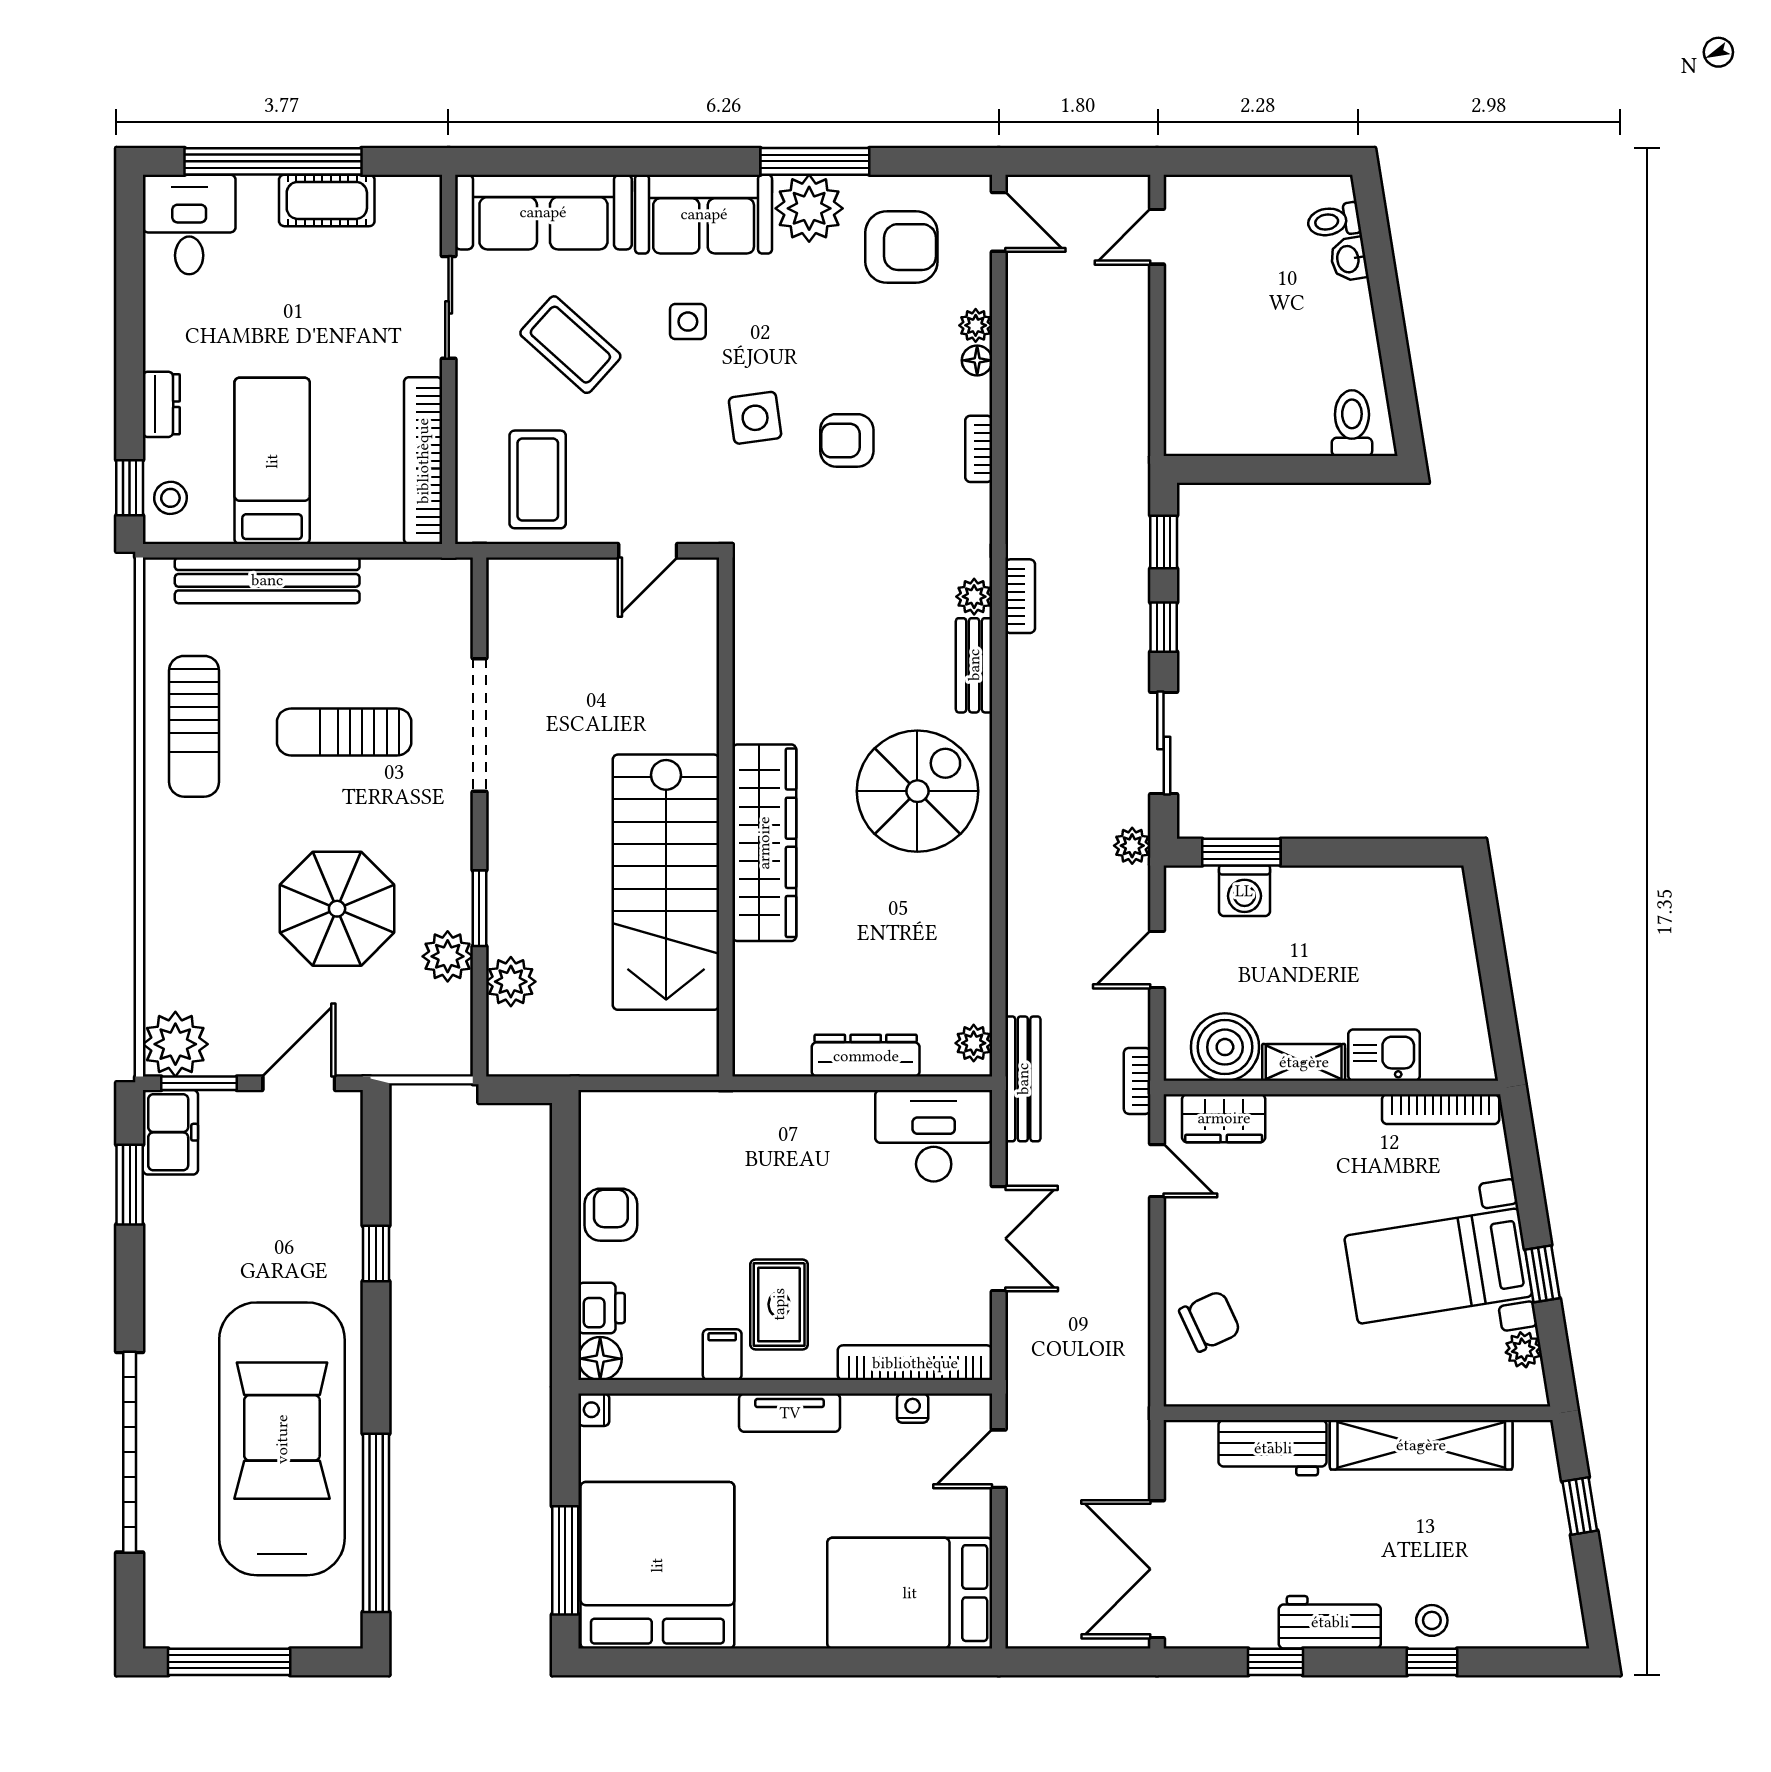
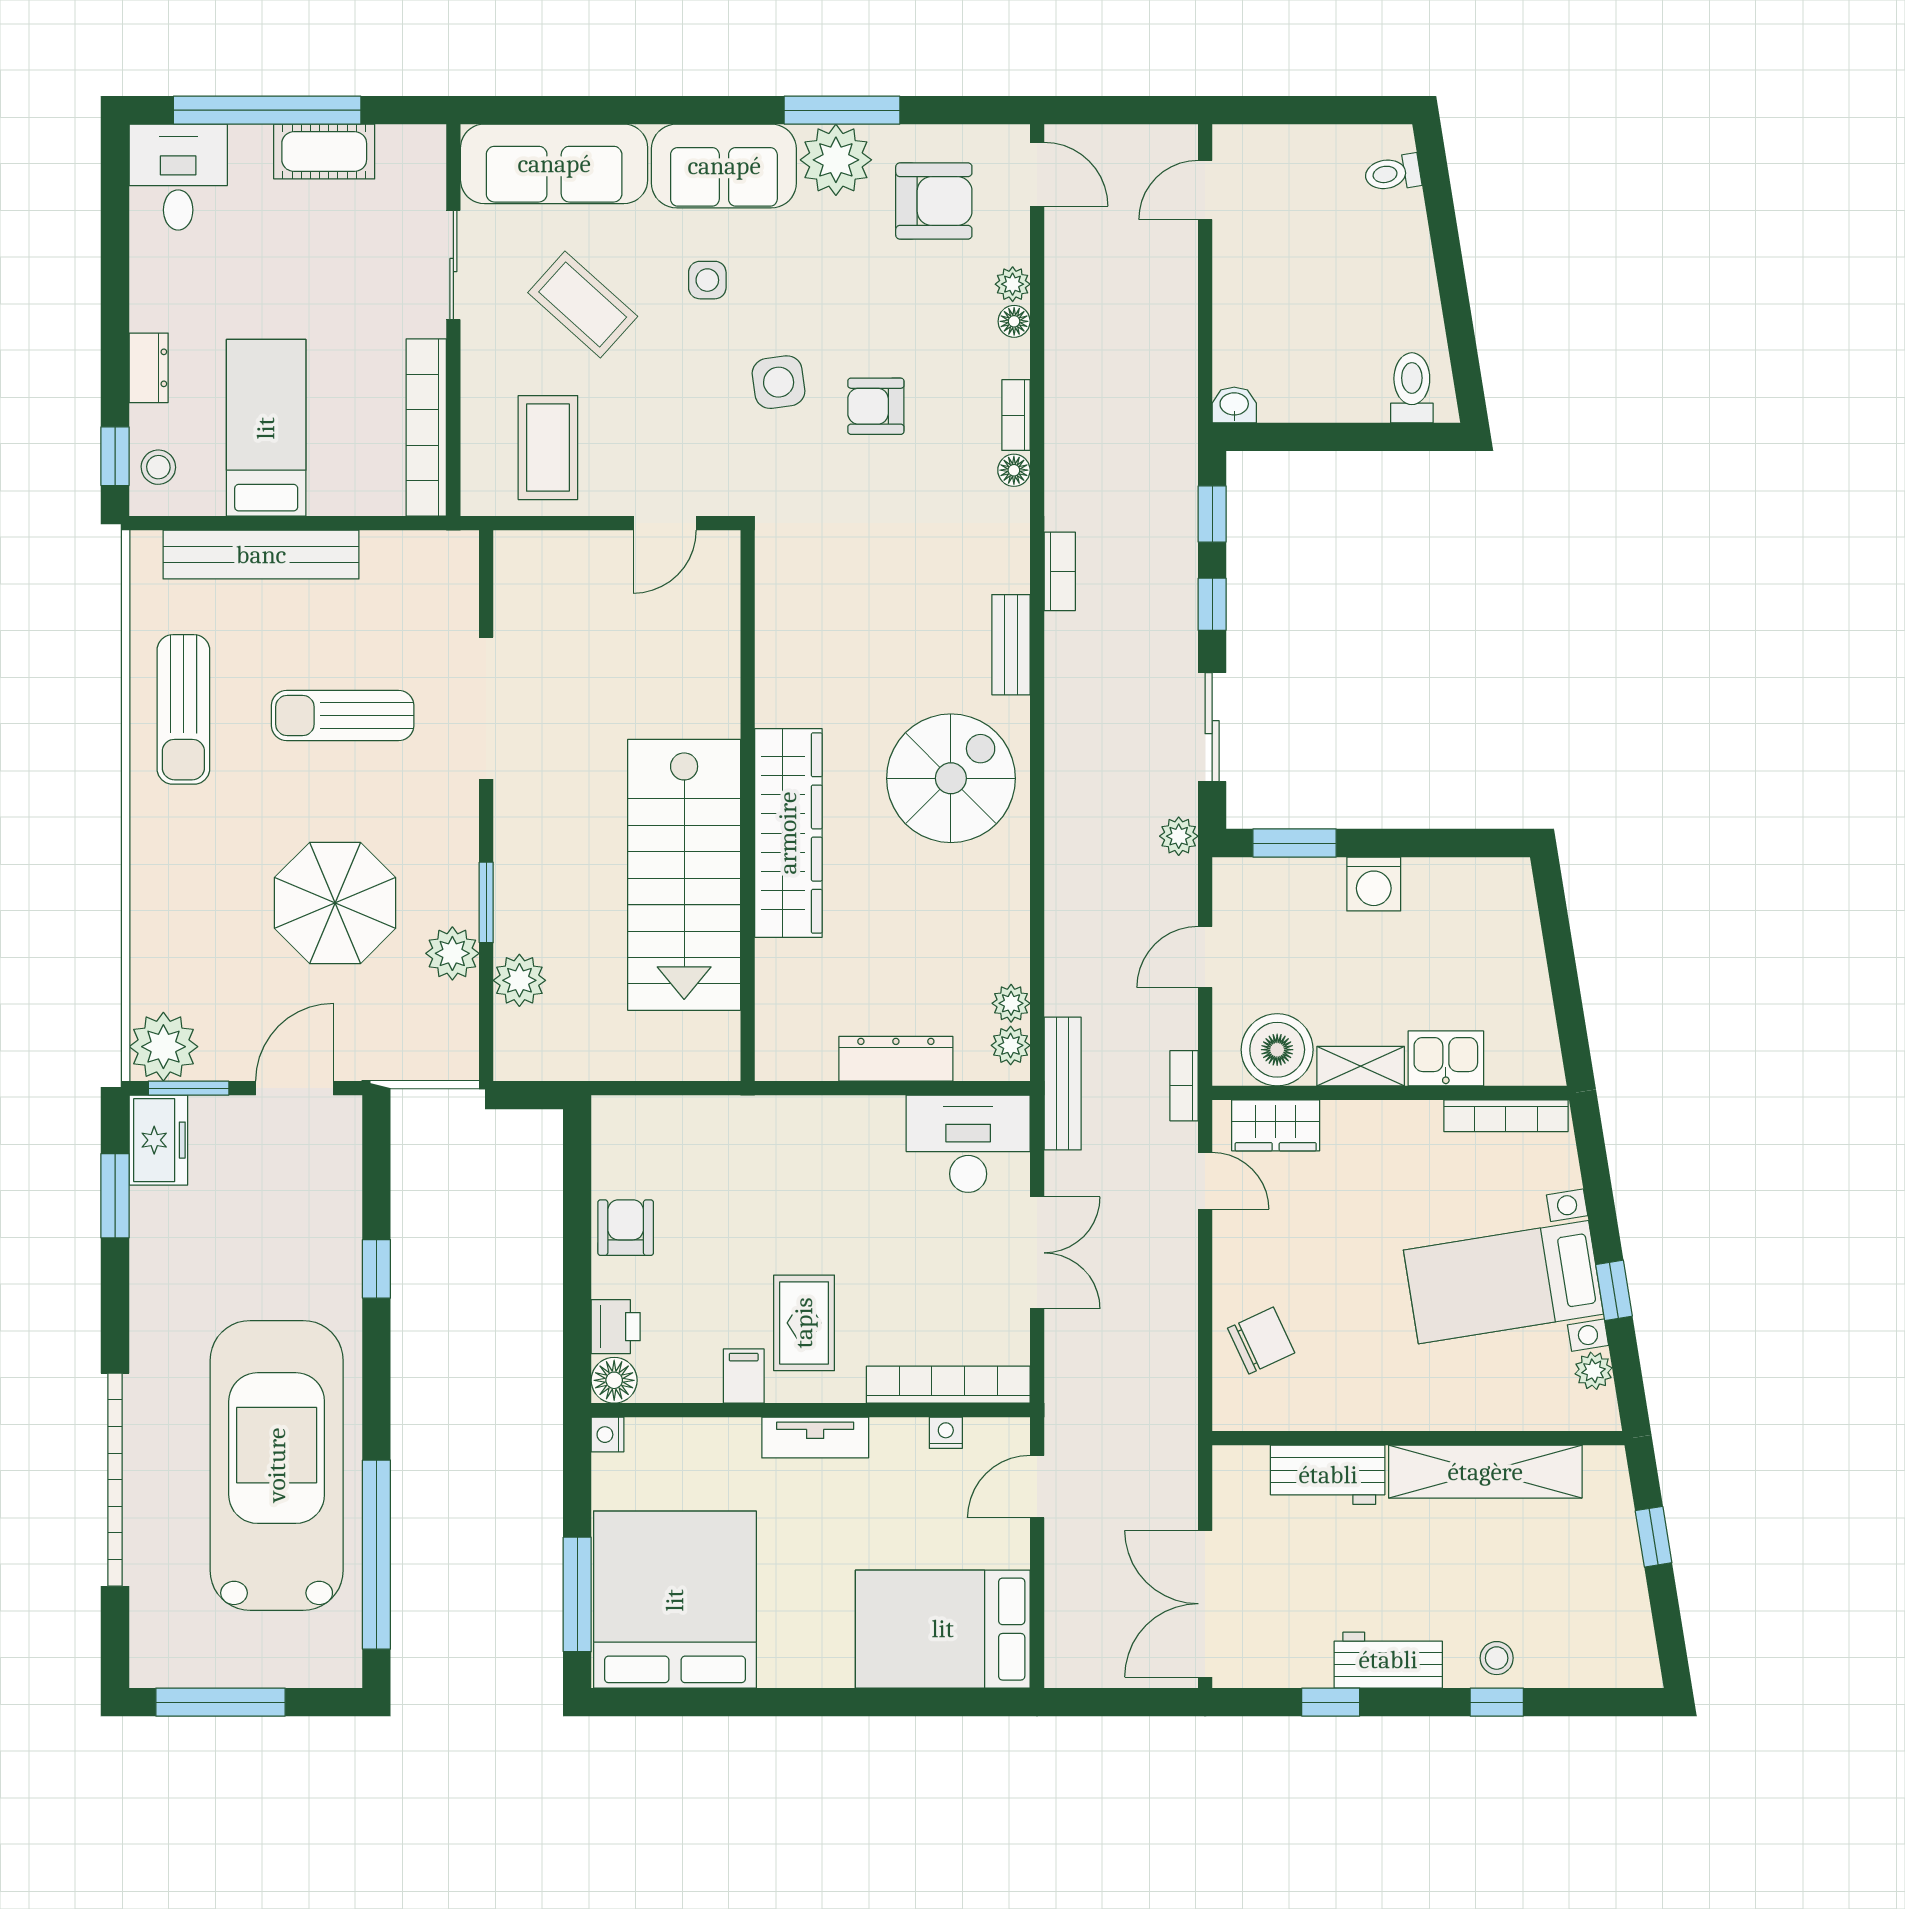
washbasin: (1349, 259) -> (1234, 405), moved, turned 99
floor lamp: (977, 501) -> (1014, 470), added
plant: (974, 597) -> (1011, 1003), moved
washing machine: (1244, 891) -> (1374, 884), moved

